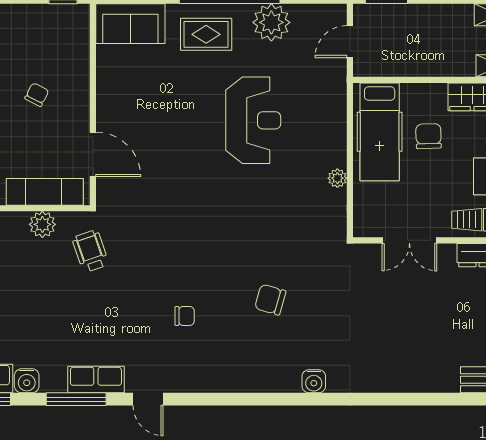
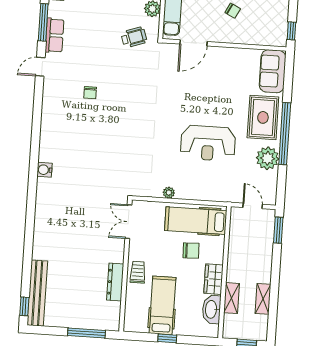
rug: (206, 34) -> (263, 117), width x1.36, depth x1.43
double door: (409, 240) -> (128, 222), moved
chair: (270, 300) -> (97, 146), removed

